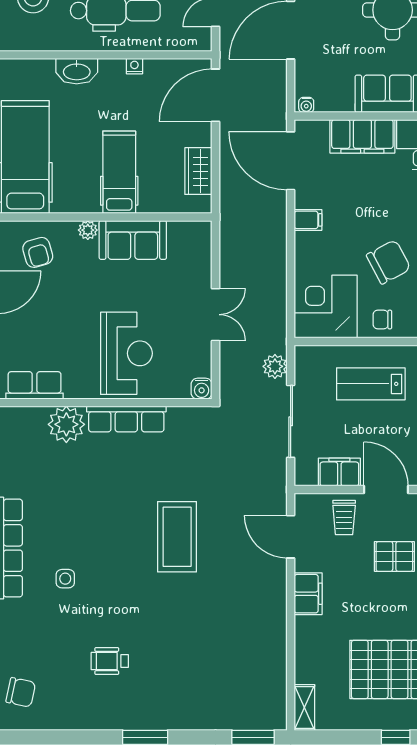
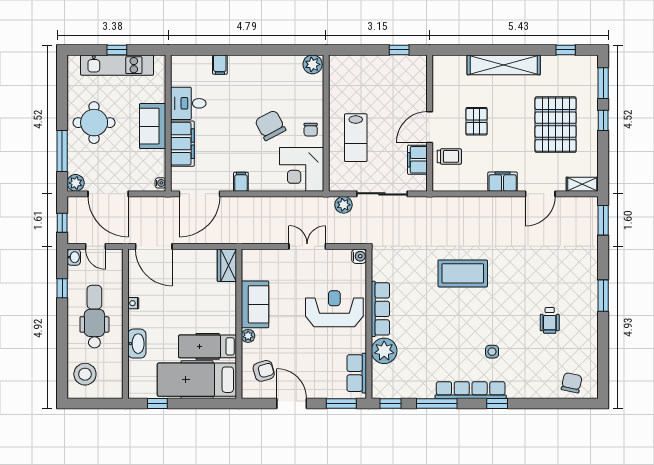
wardrobe: (198, 171) -> (227, 265), moved, turned 90
hospital bed: (119, 172) -> (208, 346), moved
door: (291, 537) -> (540, 194), moved

